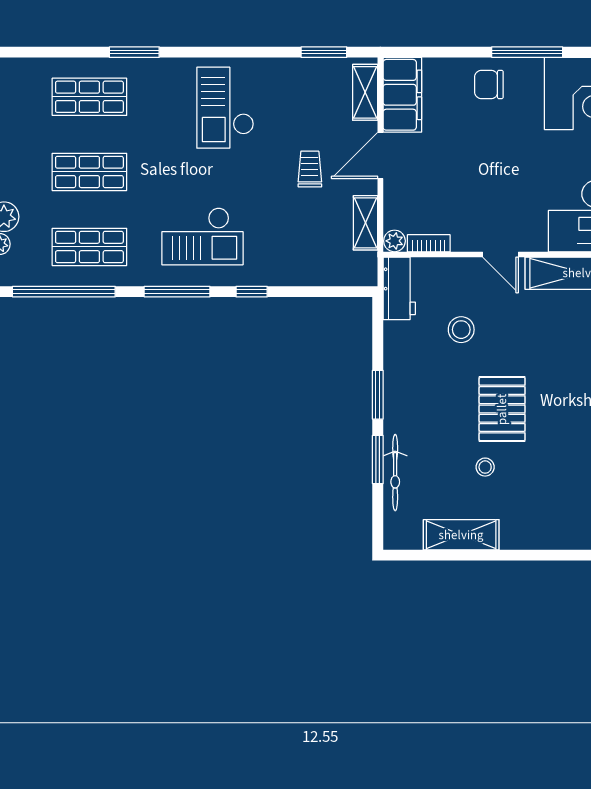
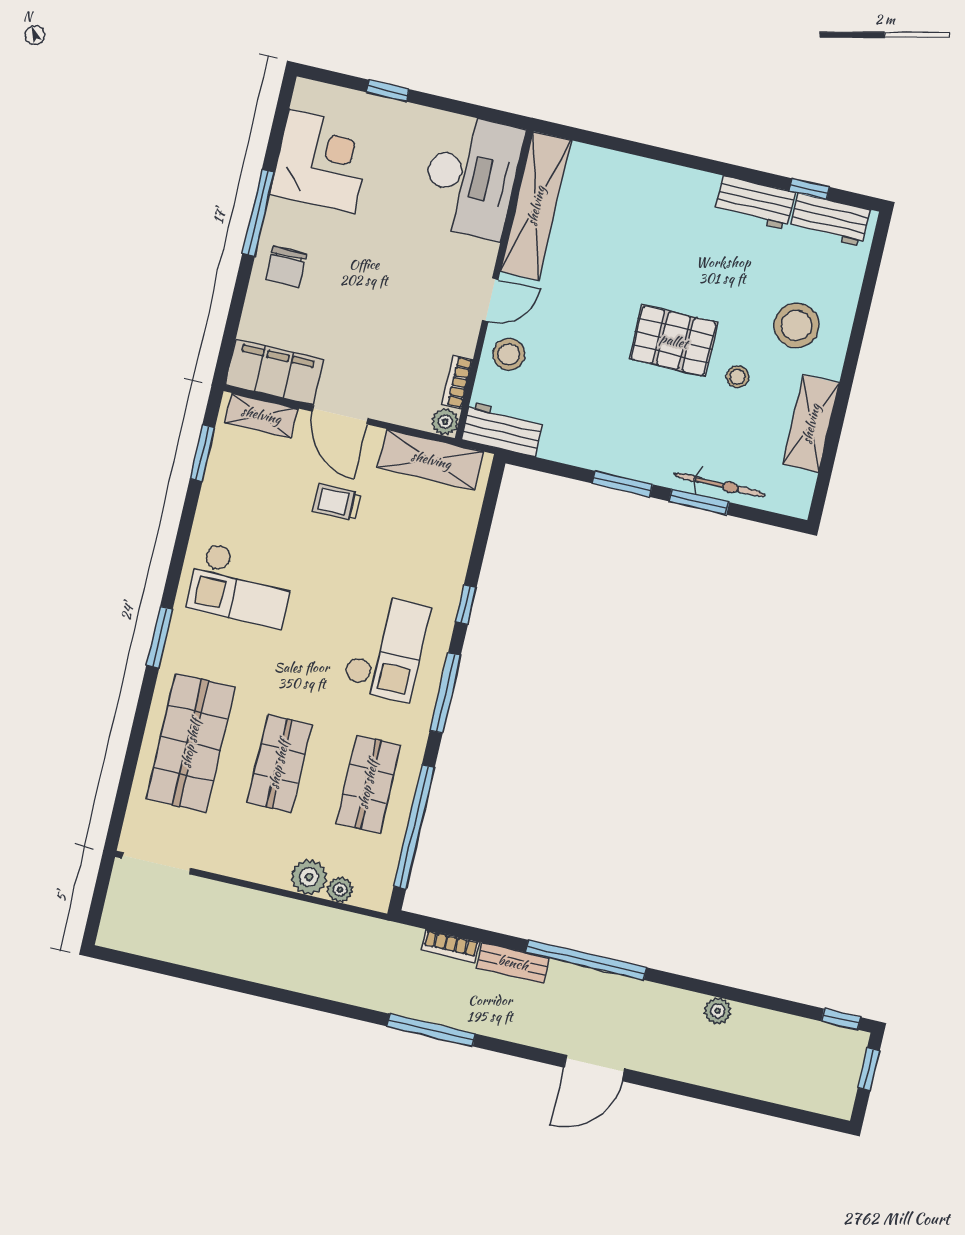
window: (134, 52) -> (160, 637), moved
shop shelf: (89, 97) -> (191, 743), width x1.43, depth x1.36
shelving: (365, 223) -> (431, 460), width x1.50, depth x1.33
stool: (461, 330) -> (509, 354), moved
stool: (537, 505) -> (796, 325), added

